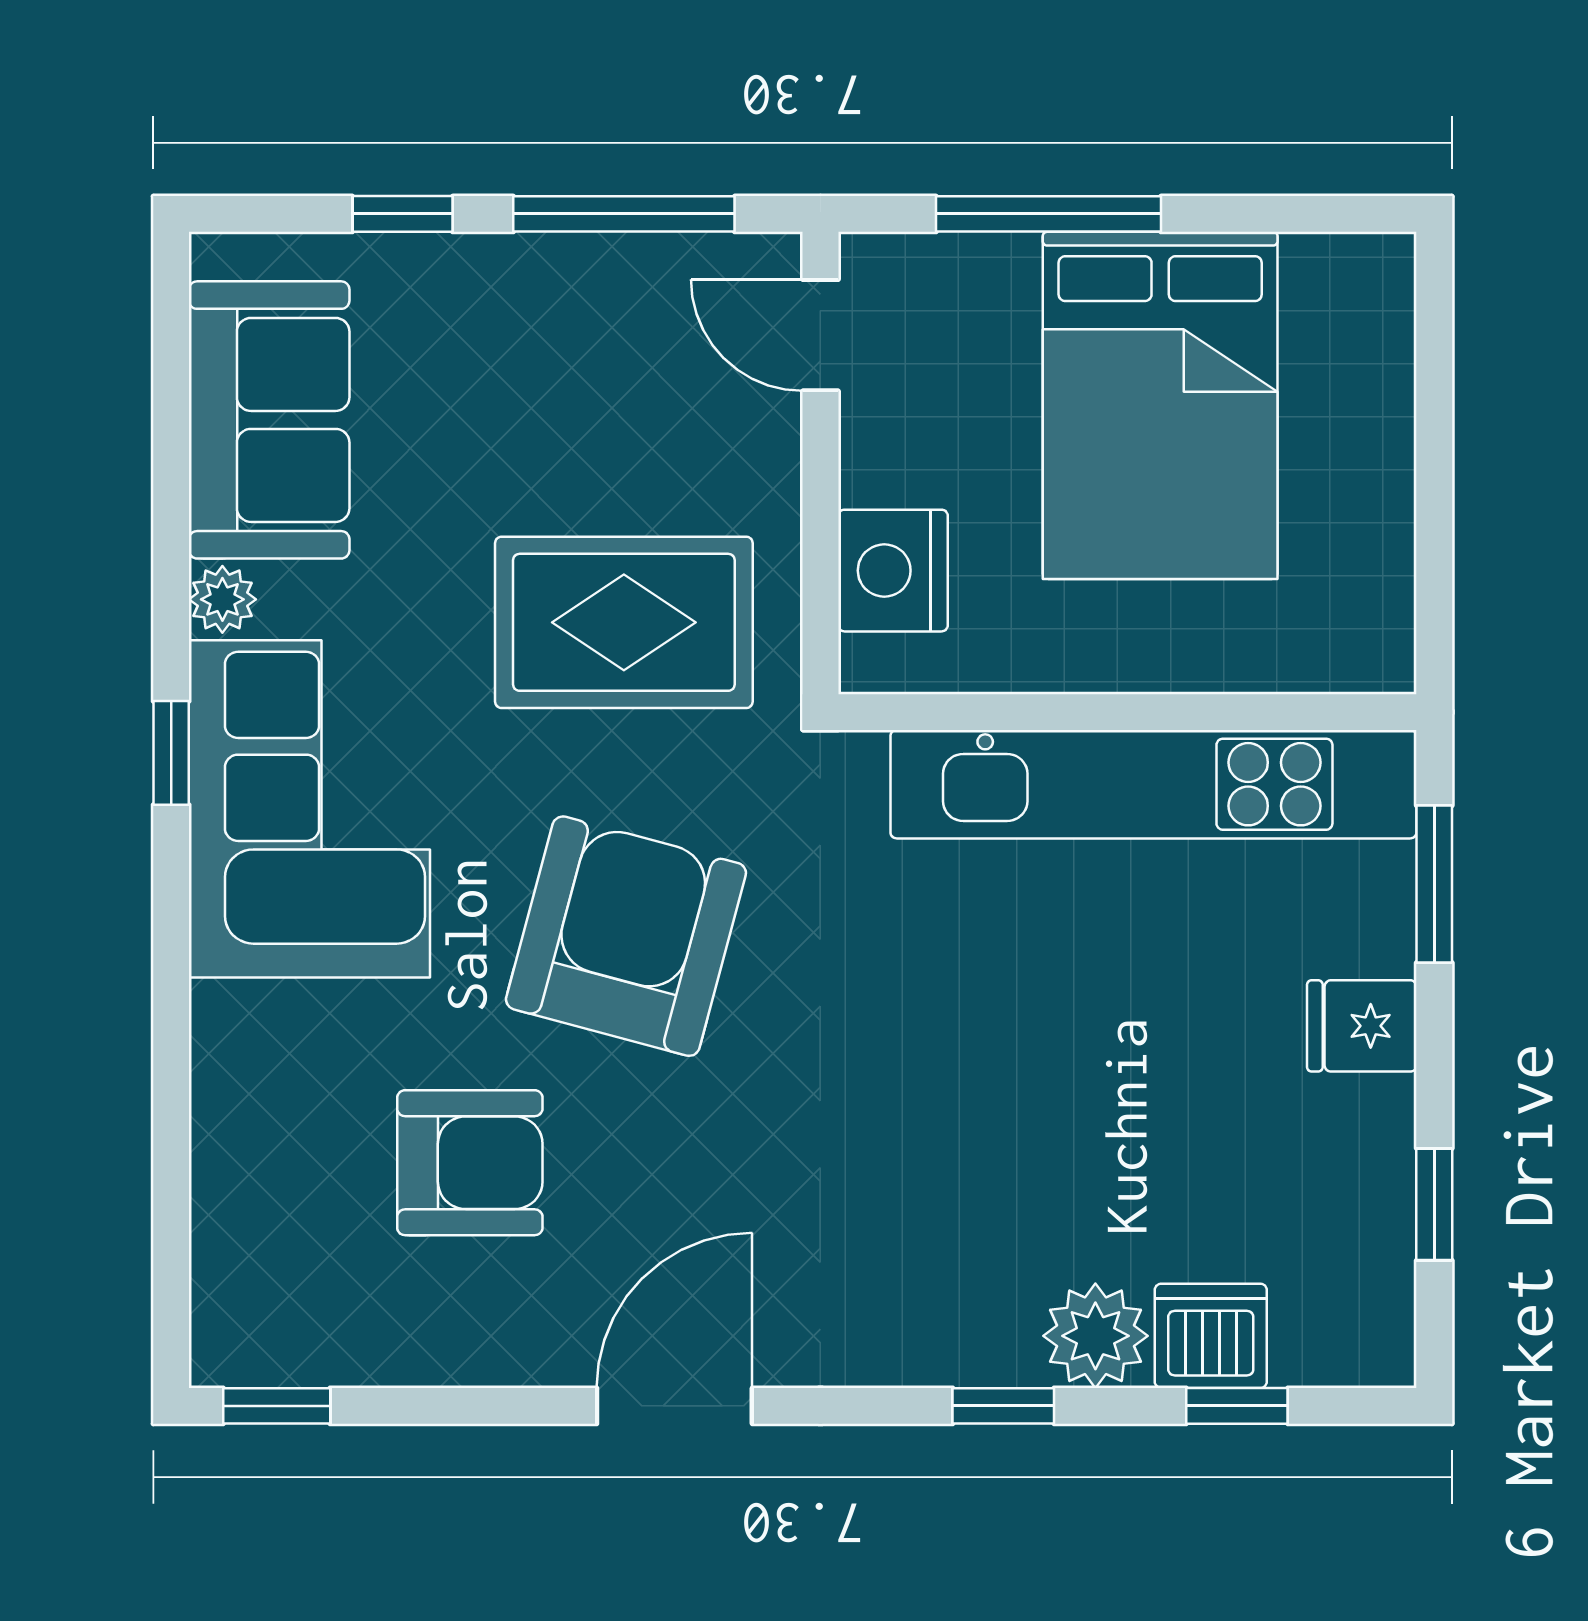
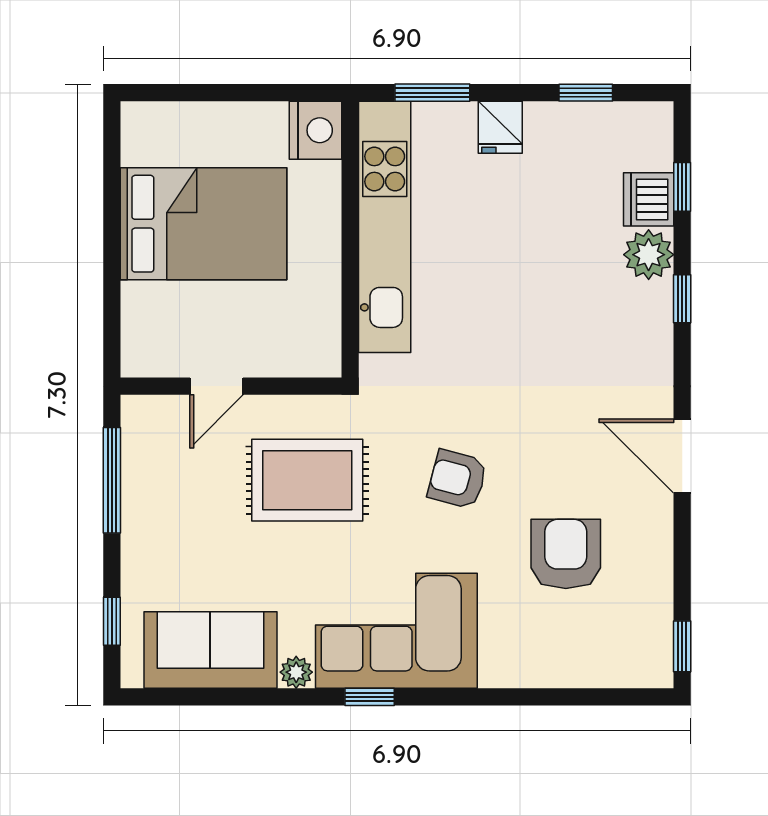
window: (403, 214) -> (112, 621), moved
window: (1048, 214) -> (112, 277), removed
door: (820, 335) -> (216, 386), moved
nightstand: (893, 571) -> (315, 130), moved, turned -90
rug: (624, 622) -> (307, 480), turned 90
armchair: (626, 936) -> (457, 479), width x0.53, depth x0.53

